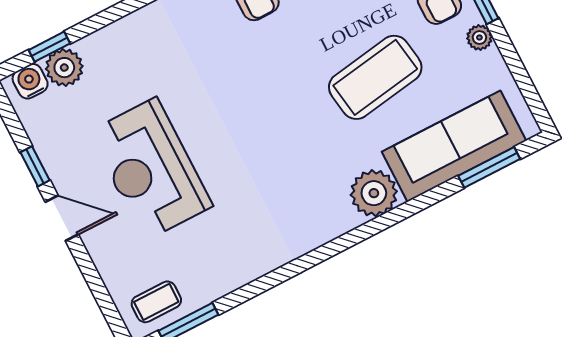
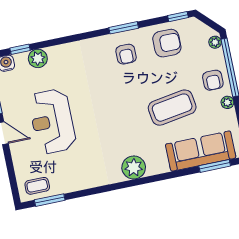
plant: (64, 68) -> (38, 58), moved
plant: (374, 193) -> (134, 167), moved

